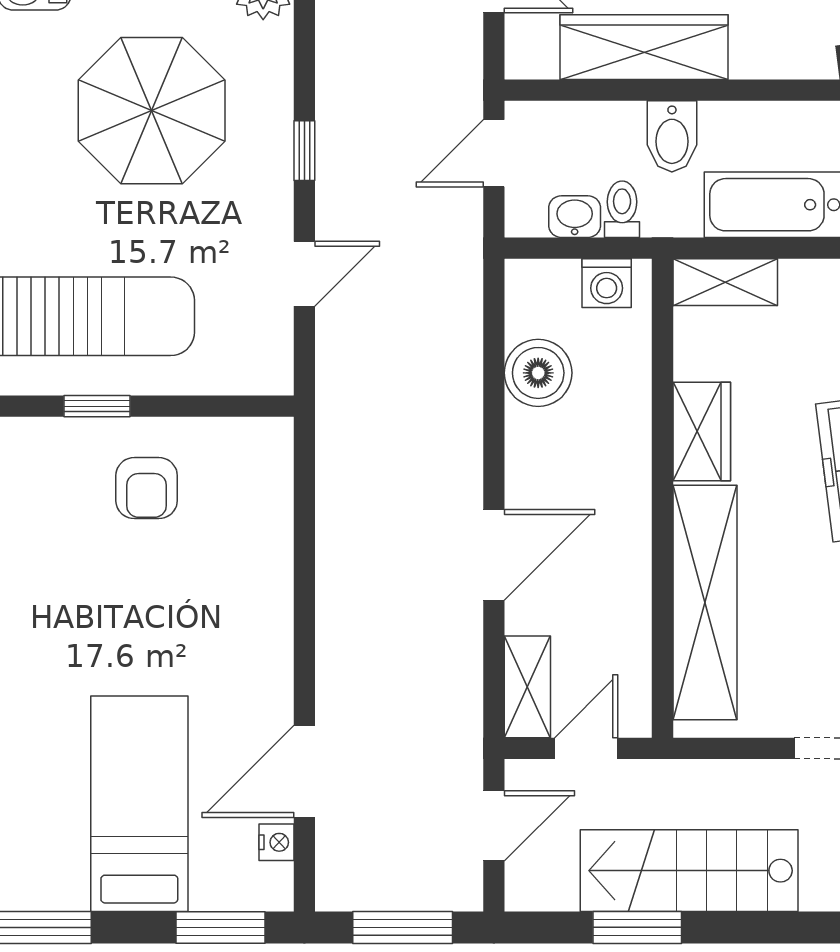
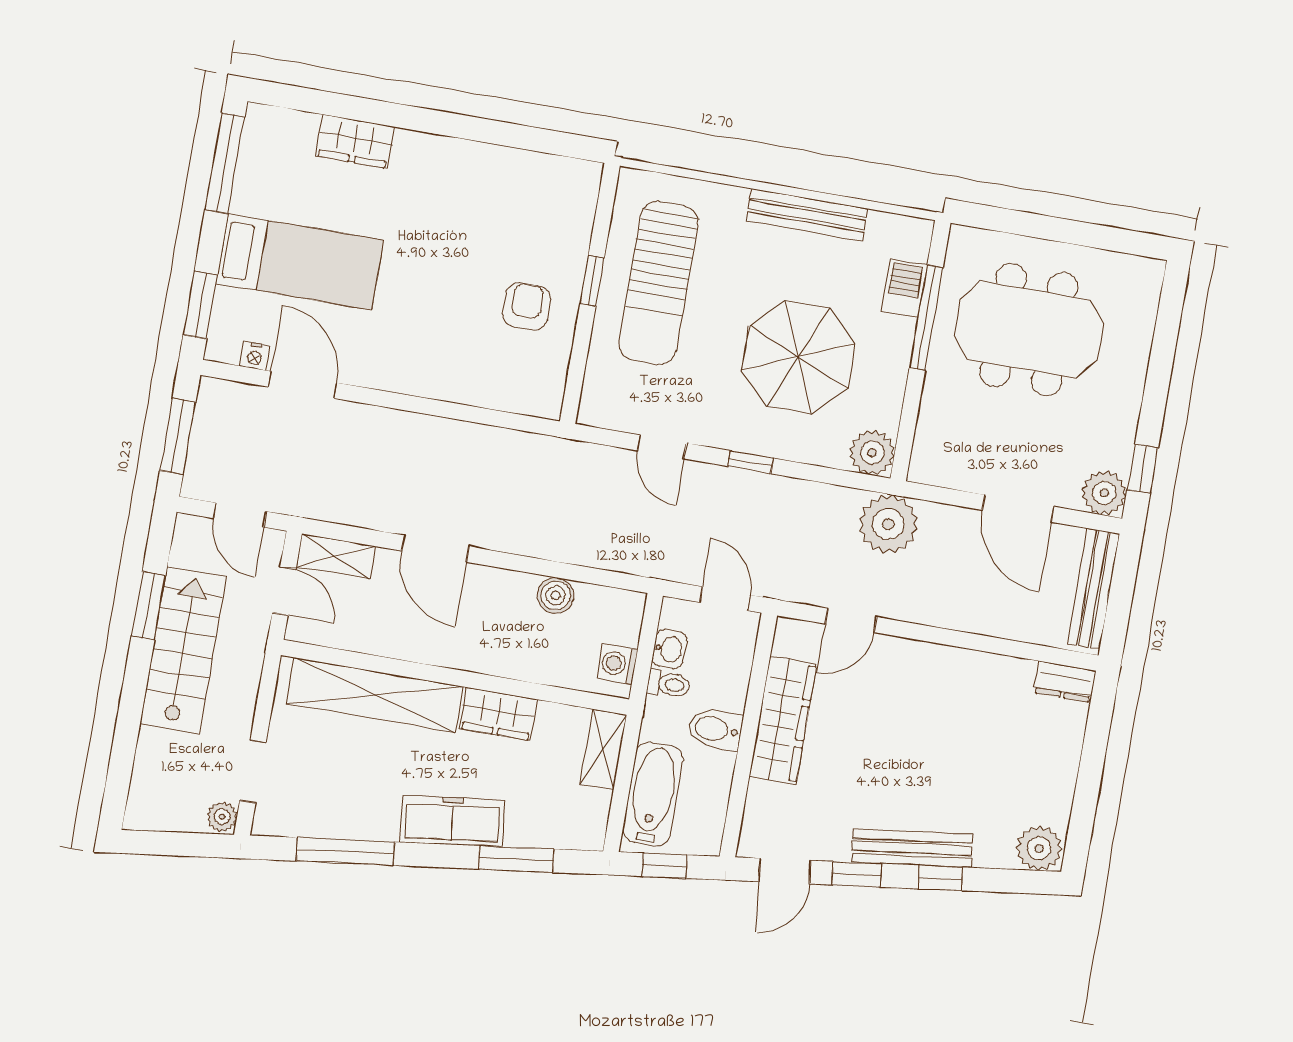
boiler: (538, 373) -> (556, 596), width x0.73, depth x0.73
armchair: (147, 488) -> (527, 306), turned 90

